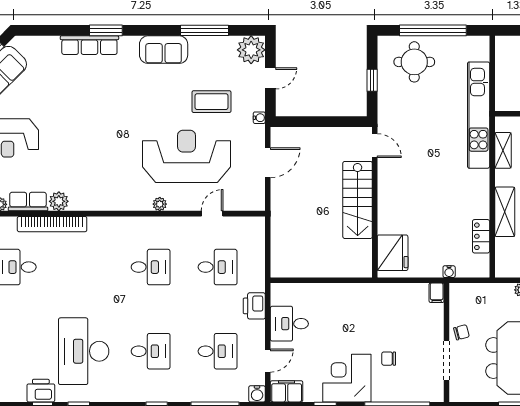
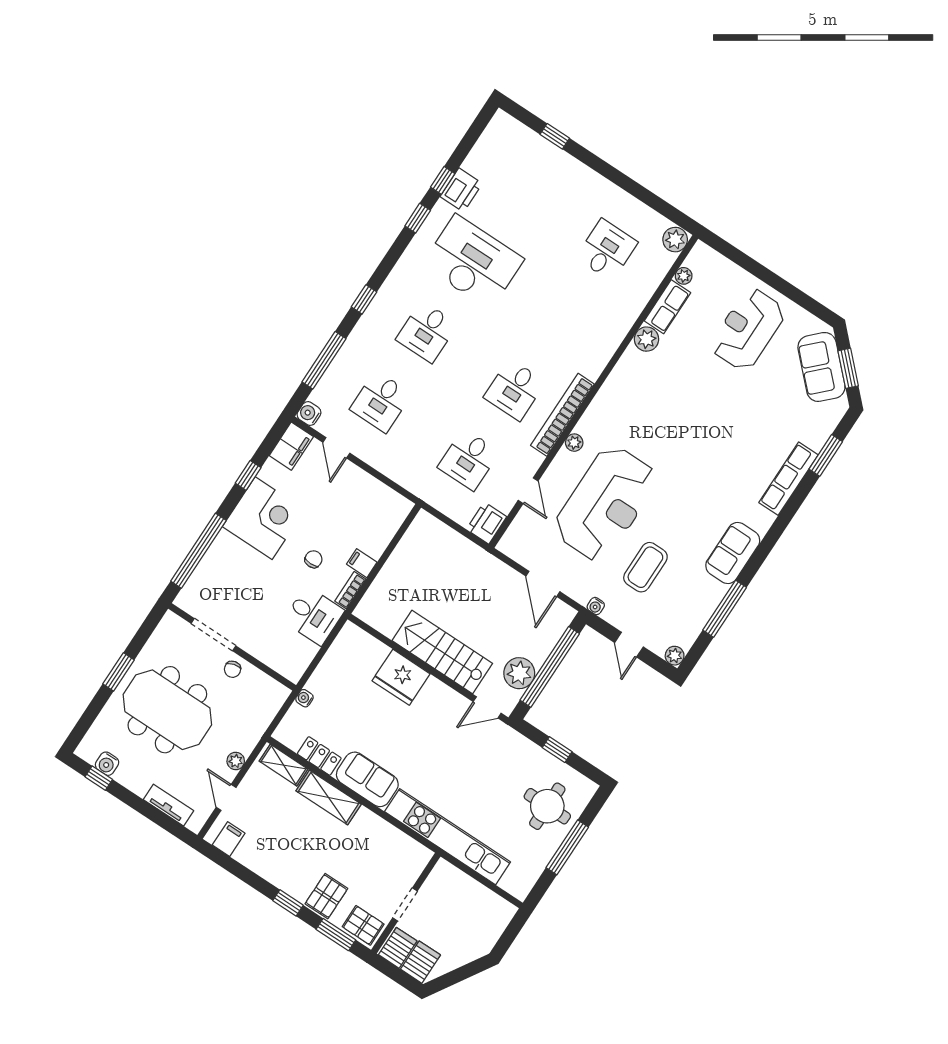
window: (106, 30) -> (826, 455), moved
window: (433, 30) -> (567, 847), width x0.68
plant: (251, 50) -> (675, 656), width x0.53, depth x0.53
window: (320, 122) -> (550, 667), added
plant: (338, 139) -> (519, 673), added
shelving: (503, 150) -> (284, 765), moved
sofa: (476, 194) -> (367, 779), added
bookcase: (52, 224) -> (562, 415), moved
fridge: (393, 253) -> (401, 677), moved
bookcase: (357, 289) -> (350, 590), added
filing cabinet: (437, 293) -> (362, 563), moved
printer: (254, 306) -> (486, 523), moved, turned -90
desk: (289, 324) -> (314, 616), moved, turned 90
chair: (389, 359) -> (313, 559), moved

